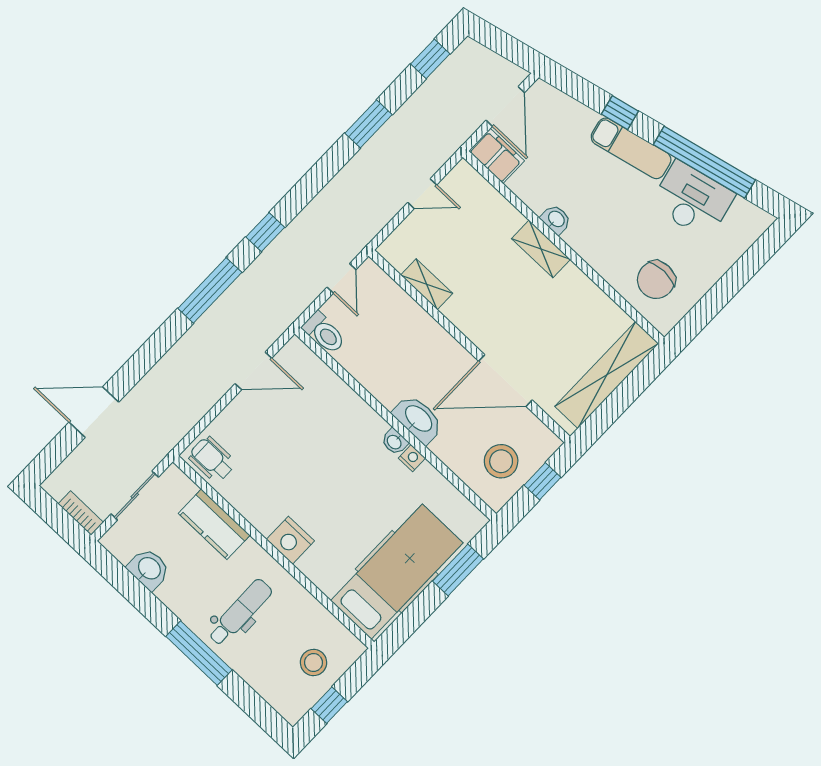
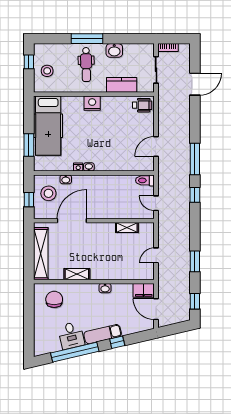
desk: (692, 200) -> (71, 335), width x0.73
shelving: (541, 249) -> (77, 274), moved
washbasin: (418, 419) -> (66, 179), moved, width x0.52, depth x0.69
washbasin: (149, 569) -> (114, 50), moved

